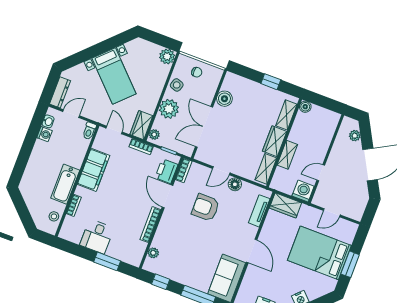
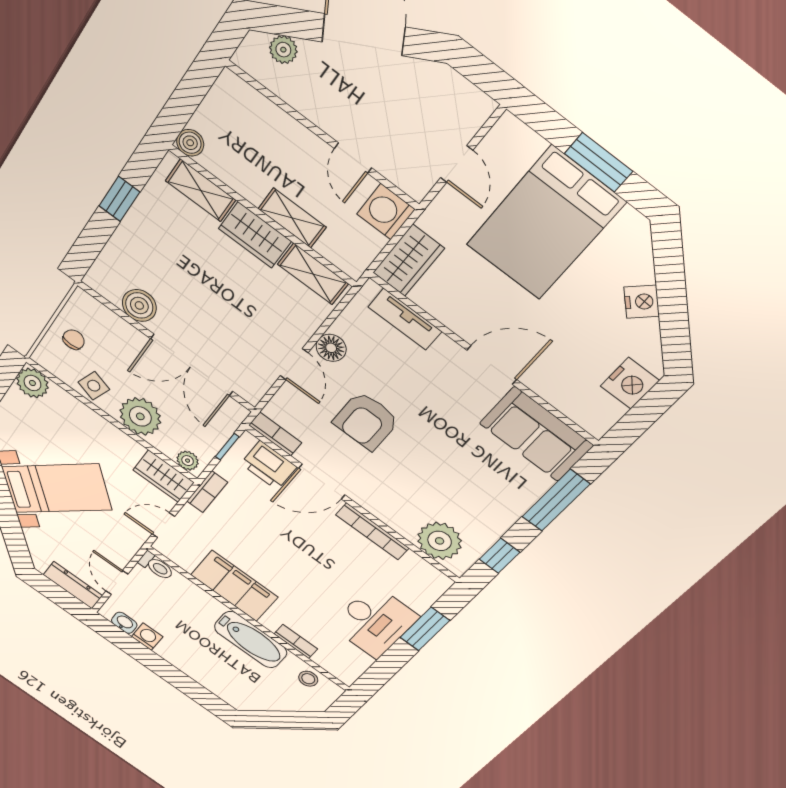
desk: (97, 236) -> (375, 621), width x1.37
plant: (153, 253) -> (440, 541), width x1.87, depth x1.87

